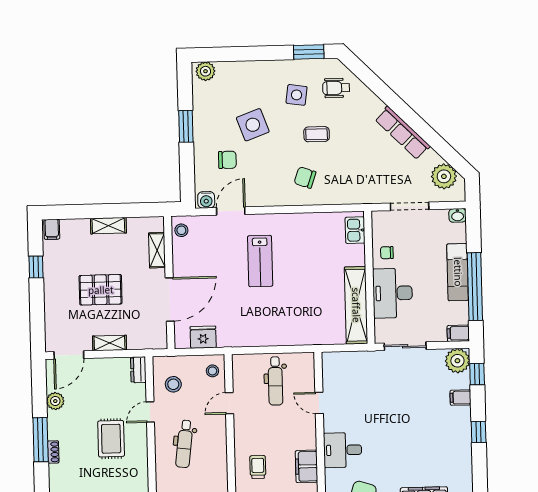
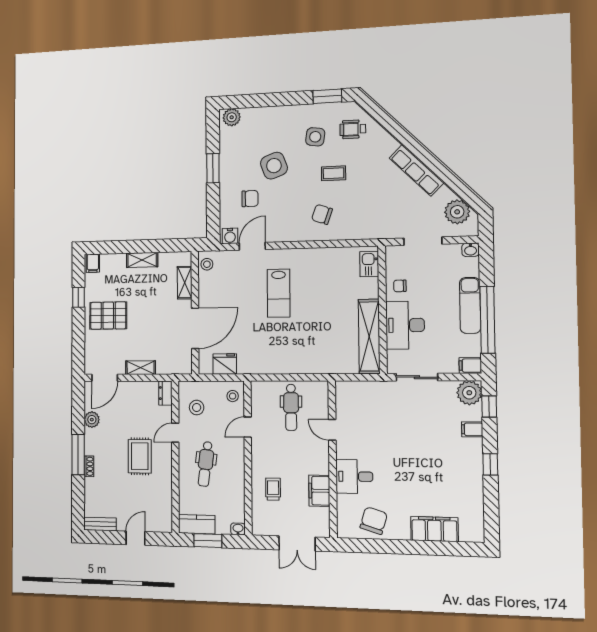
pallet: (101, 290) -> (108, 316), moved

